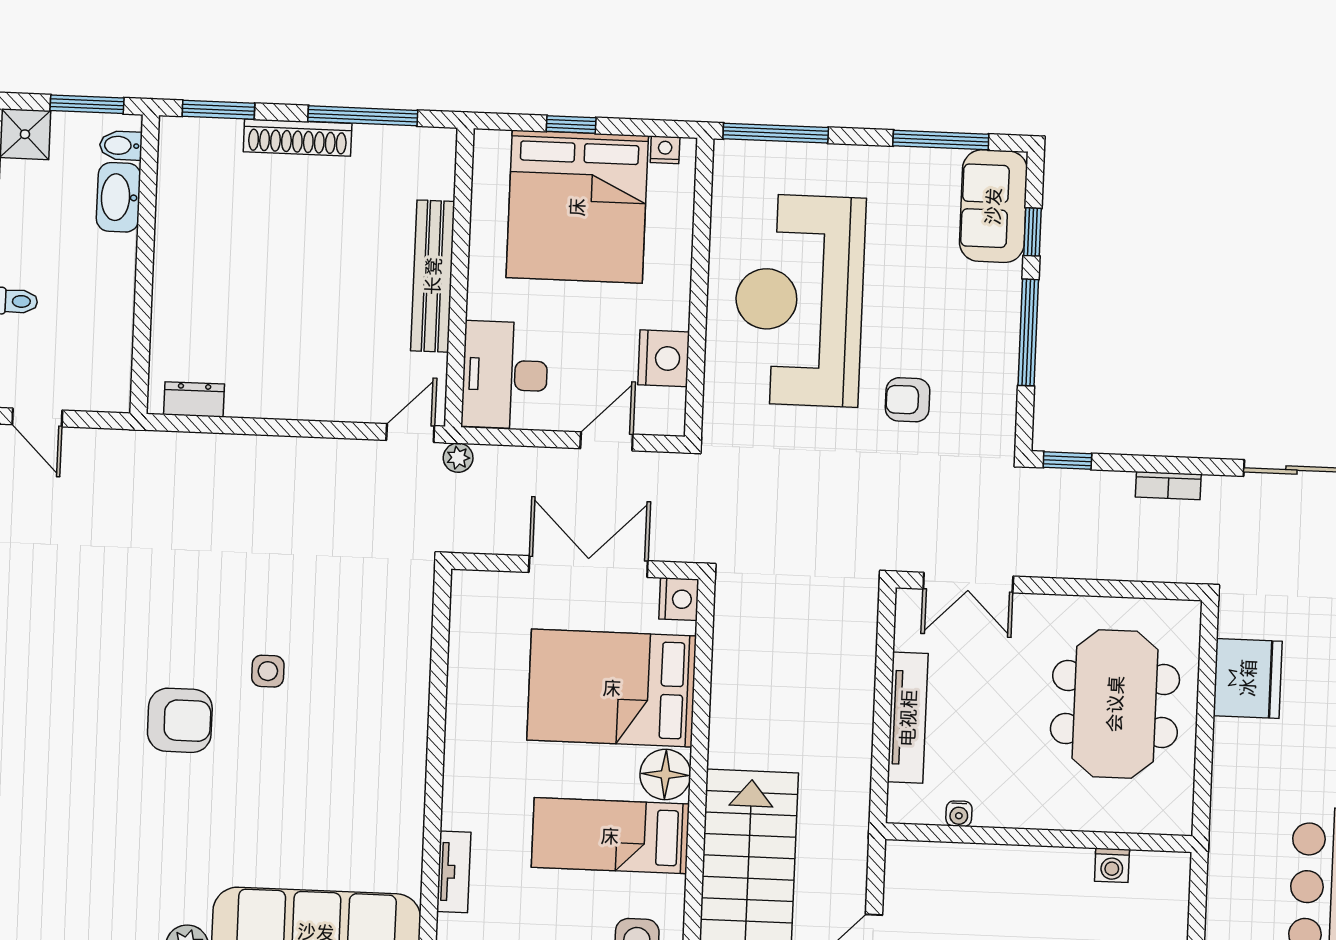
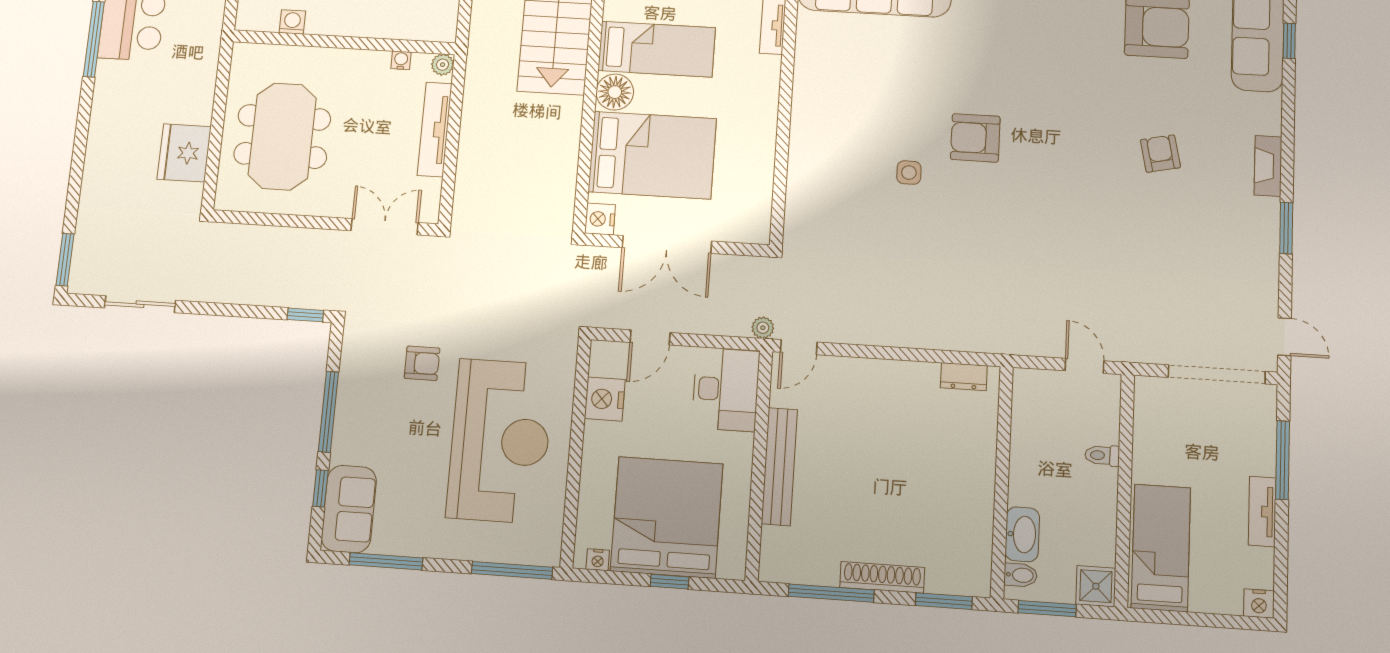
bookcase: (1168, 486) -> (232, 295), removed
plant: (902, 809) -> (443, 65), added

